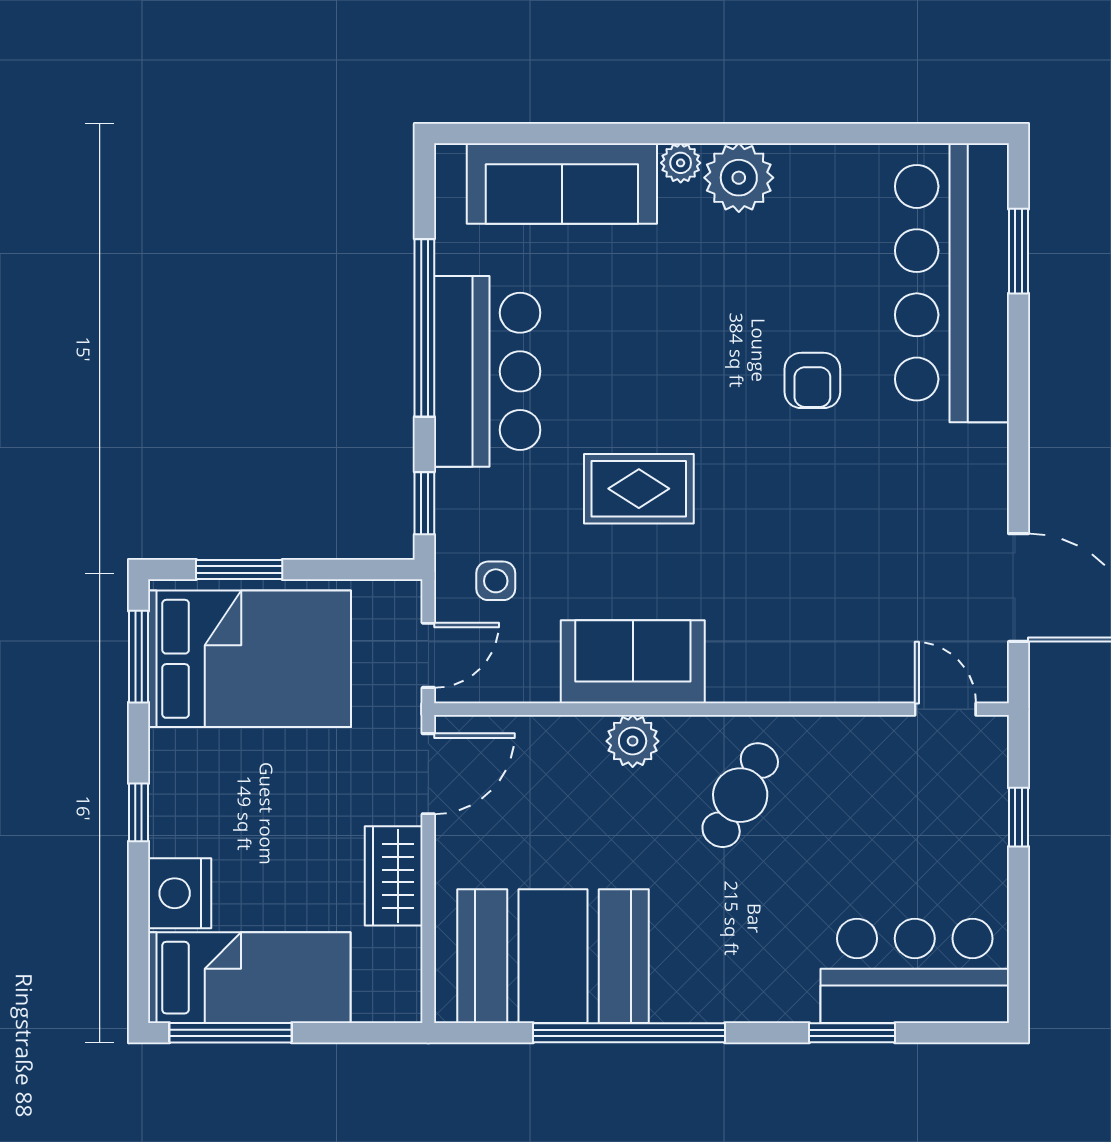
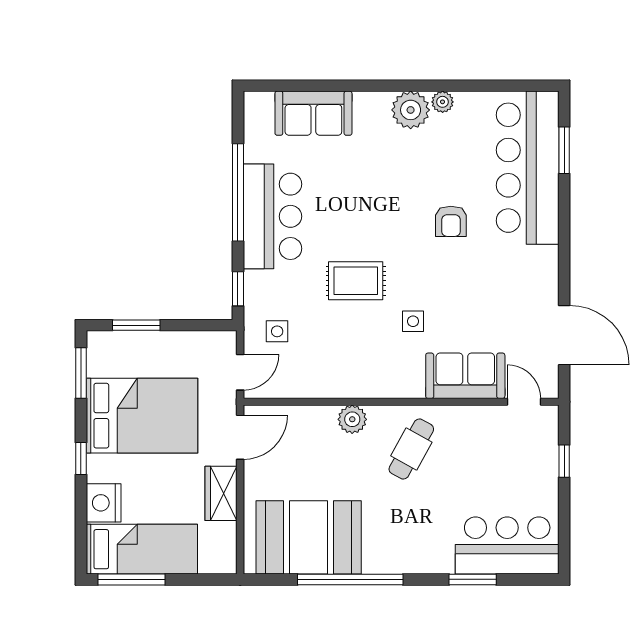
plant: (681, 163) -> (443, 102), moved
sofa: (562, 184) -> (313, 113), width x0.73
side table: (743, 562) -> (413, 321), added
bed: (249, 659) -> (142, 416), moved
sofa: (633, 662) -> (465, 376), moved

